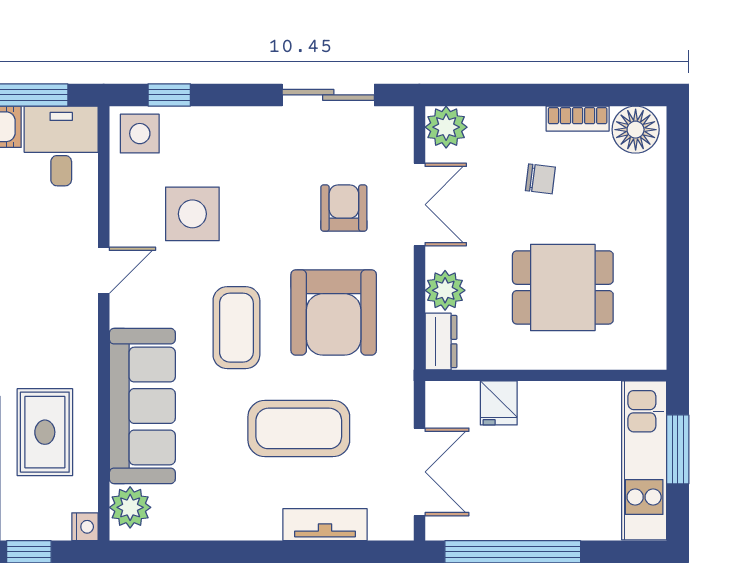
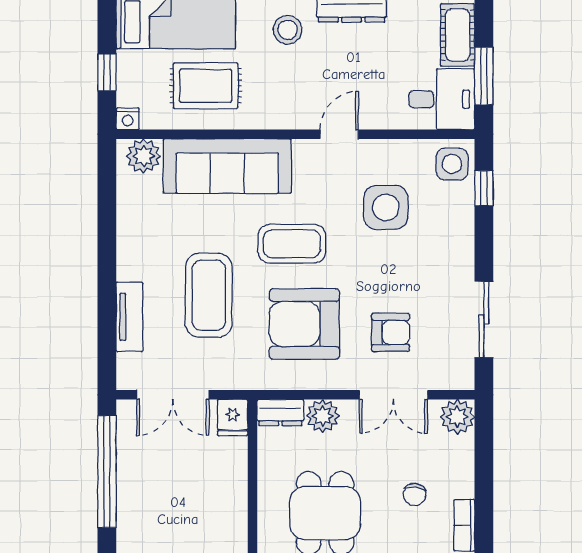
door: (104, 270) -> (339, 134), swing flipped
fridge: (499, 403) -> (233, 418), moved, turned -90

